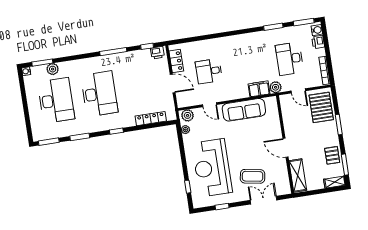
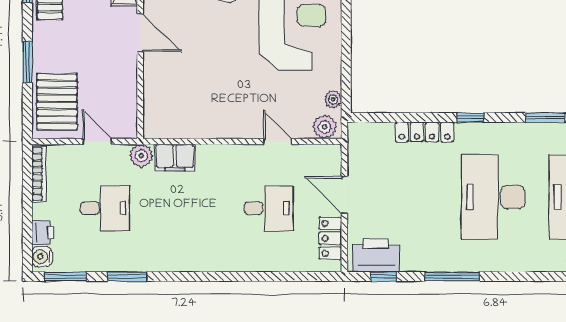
printer: (157, 53) -> (376, 255), width x1.87, depth x1.48
desk: (290, 59) -> (105, 208), width x0.73
sofa: (244, 110) -> (211, 121), removed
locker: (151, 119) -> (425, 132), moved

